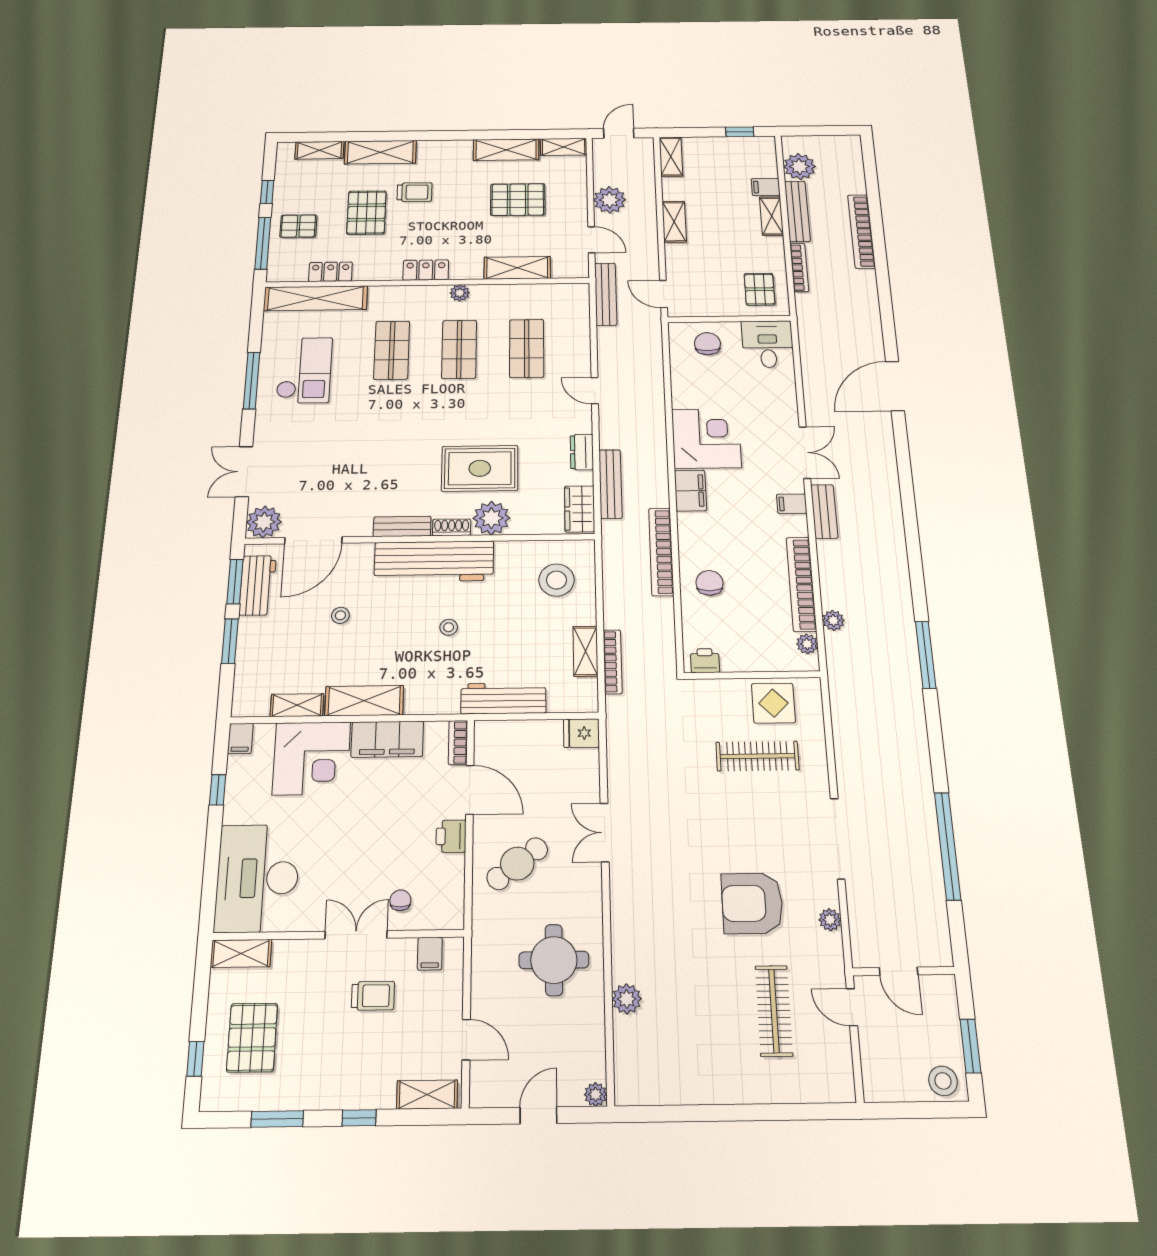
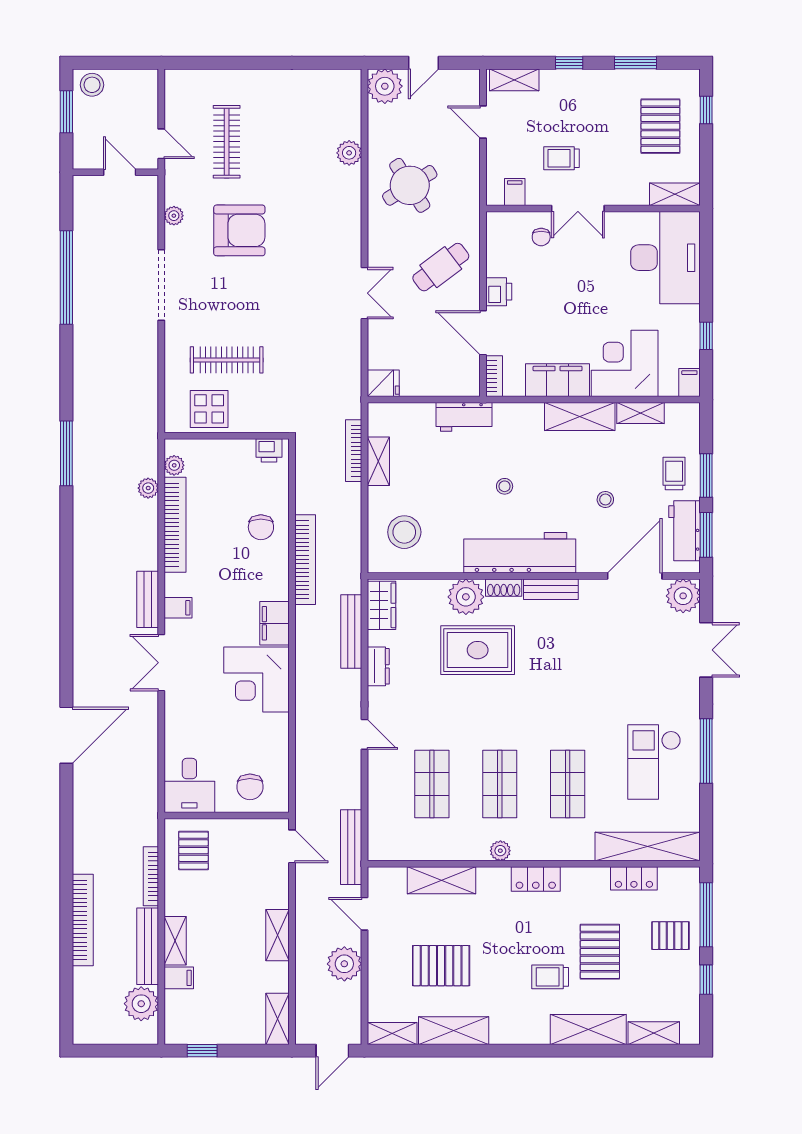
trolley: (265, 643) -> (674, 473), added
workbench: (503, 698) -> (464, 417), width x0.73
round table: (554, 960) -> (410, 185), turned -32
plant: (596, 1094) -> (385, 86), width x1.87, depth x1.87

